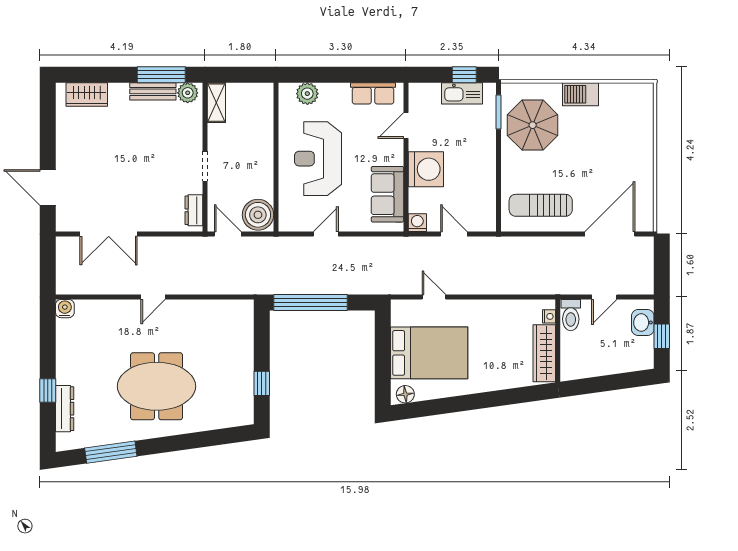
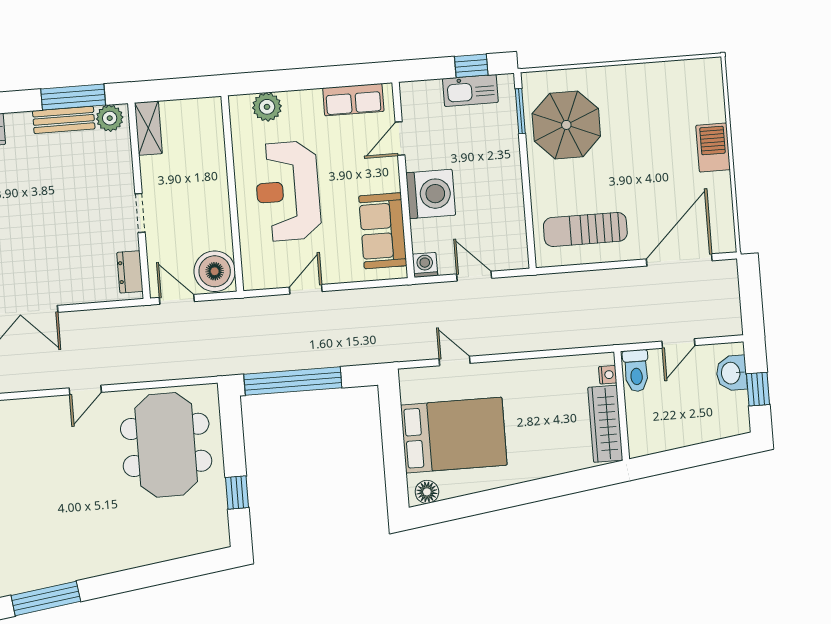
barbecue: (581, 94) -> (713, 148), moved, turned 90
meeting table: (157, 386) -> (166, 445), moved, turned 90

